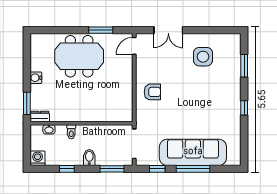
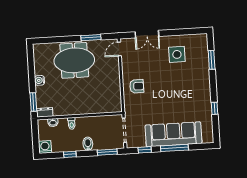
window: (244, 108) -> (214, 108), moved

